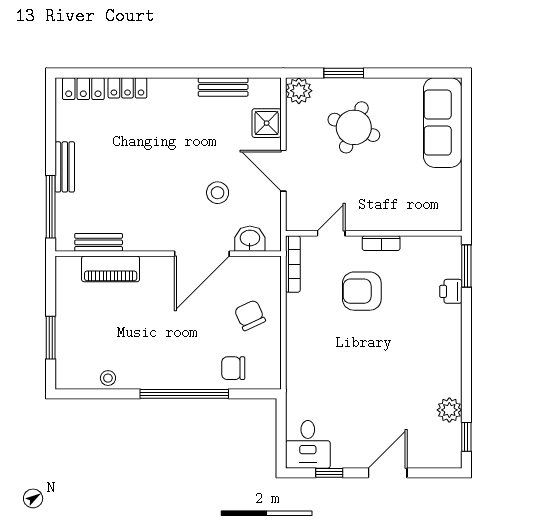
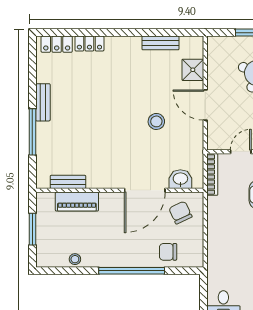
plant: (299, 91) -> (217, 46), removed
washbasin: (250, 239) -> (180, 179), moved
bench: (99, 242) -> (68, 182), moved
wall: (168, 254) -> (120, 190), moved
door: (202, 254) -> (145, 190), moved
piano: (111, 269) -> (77, 202), moved

